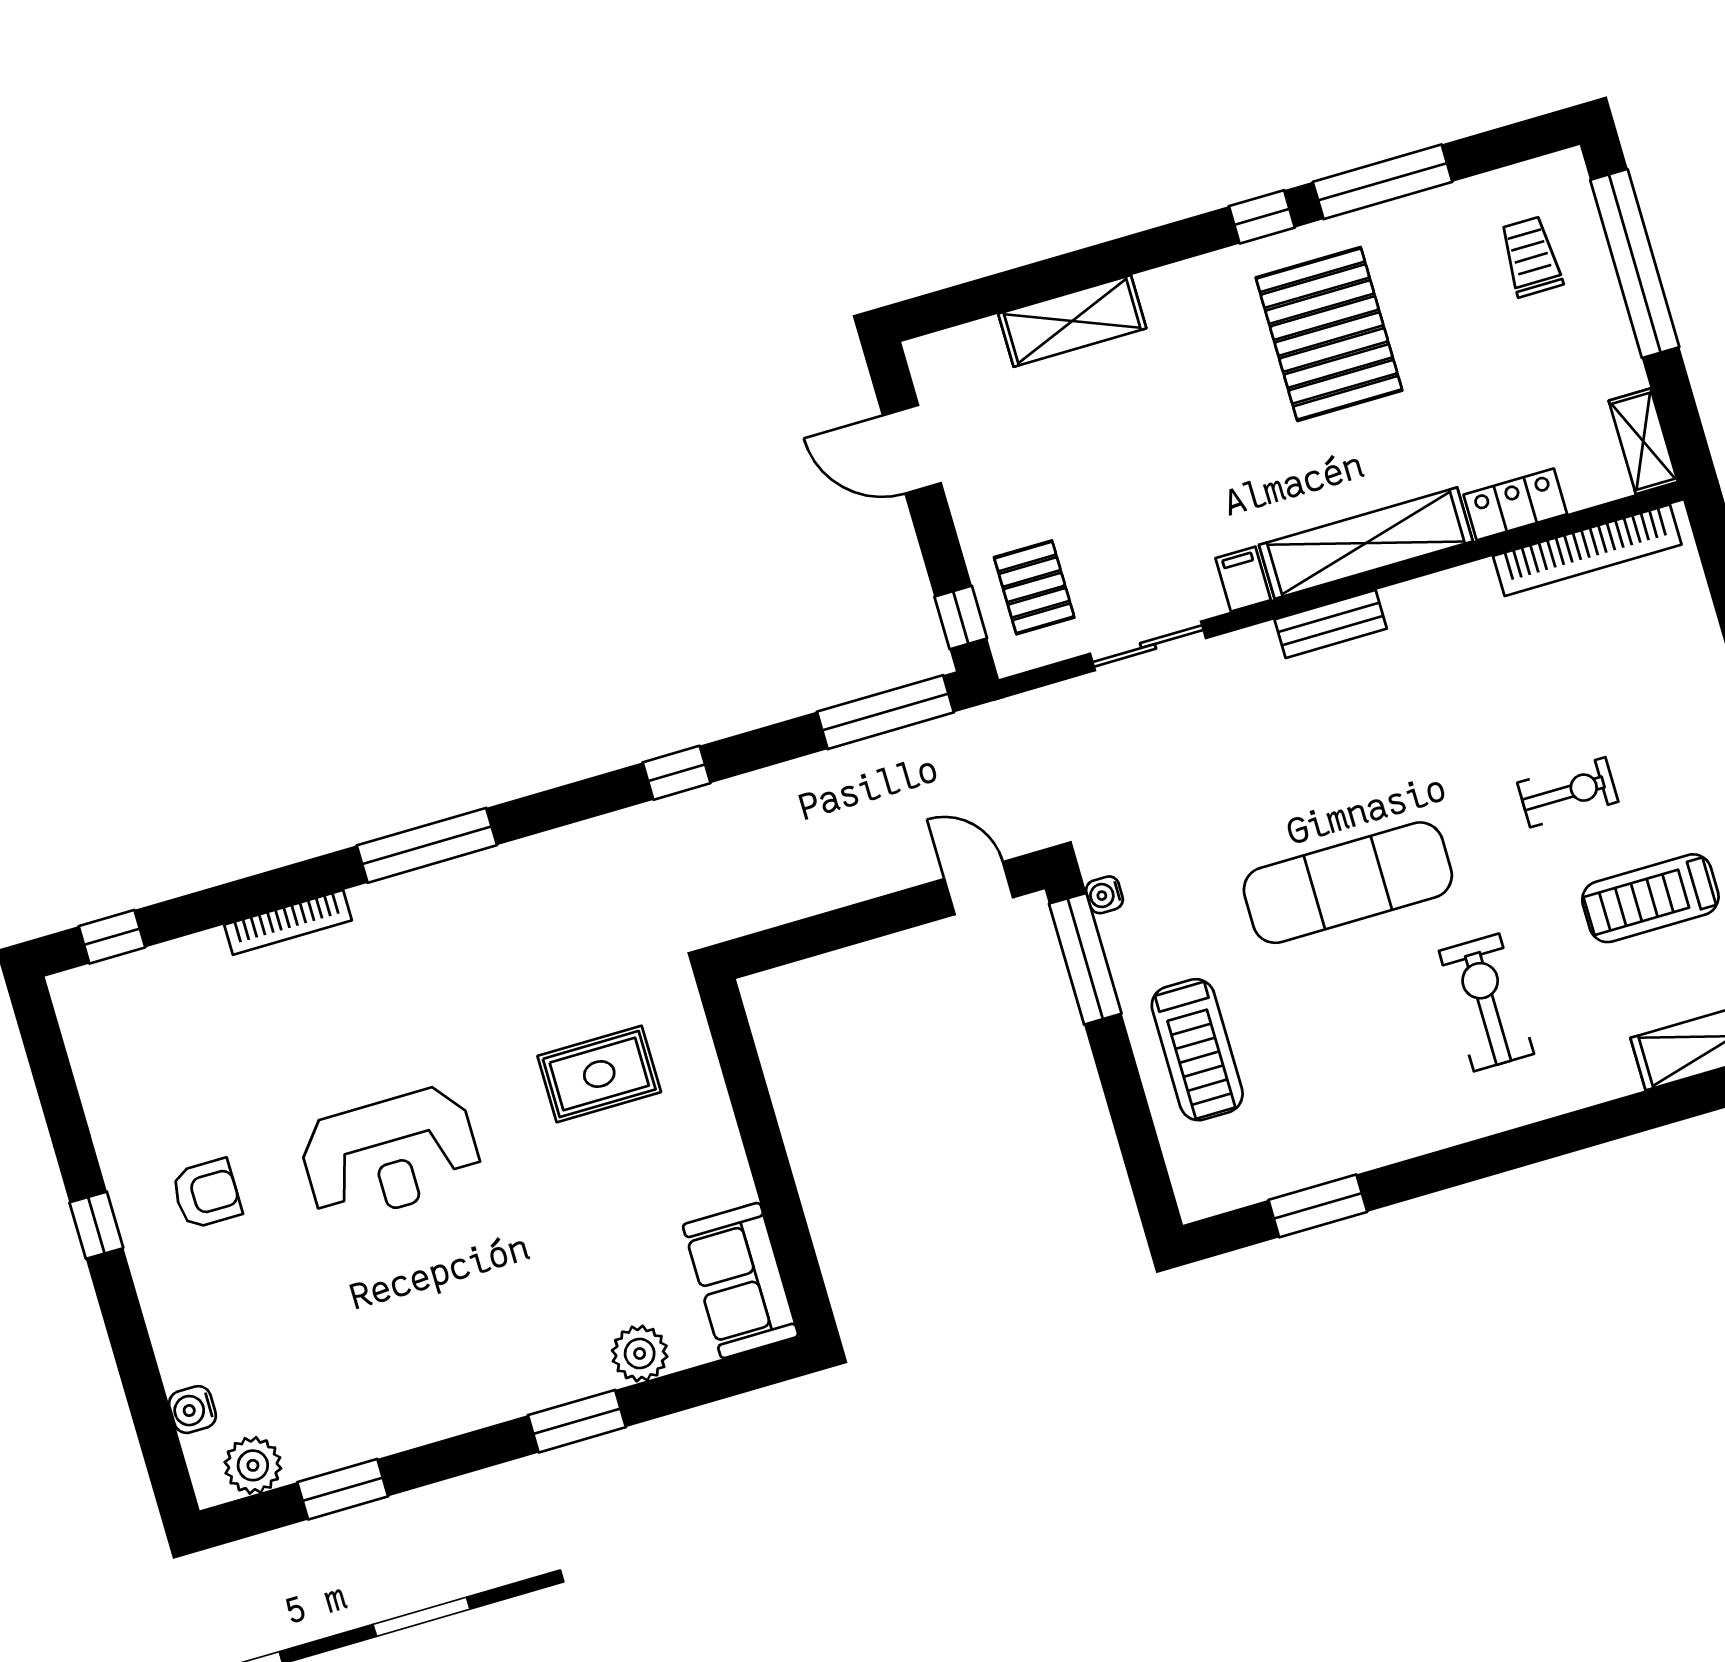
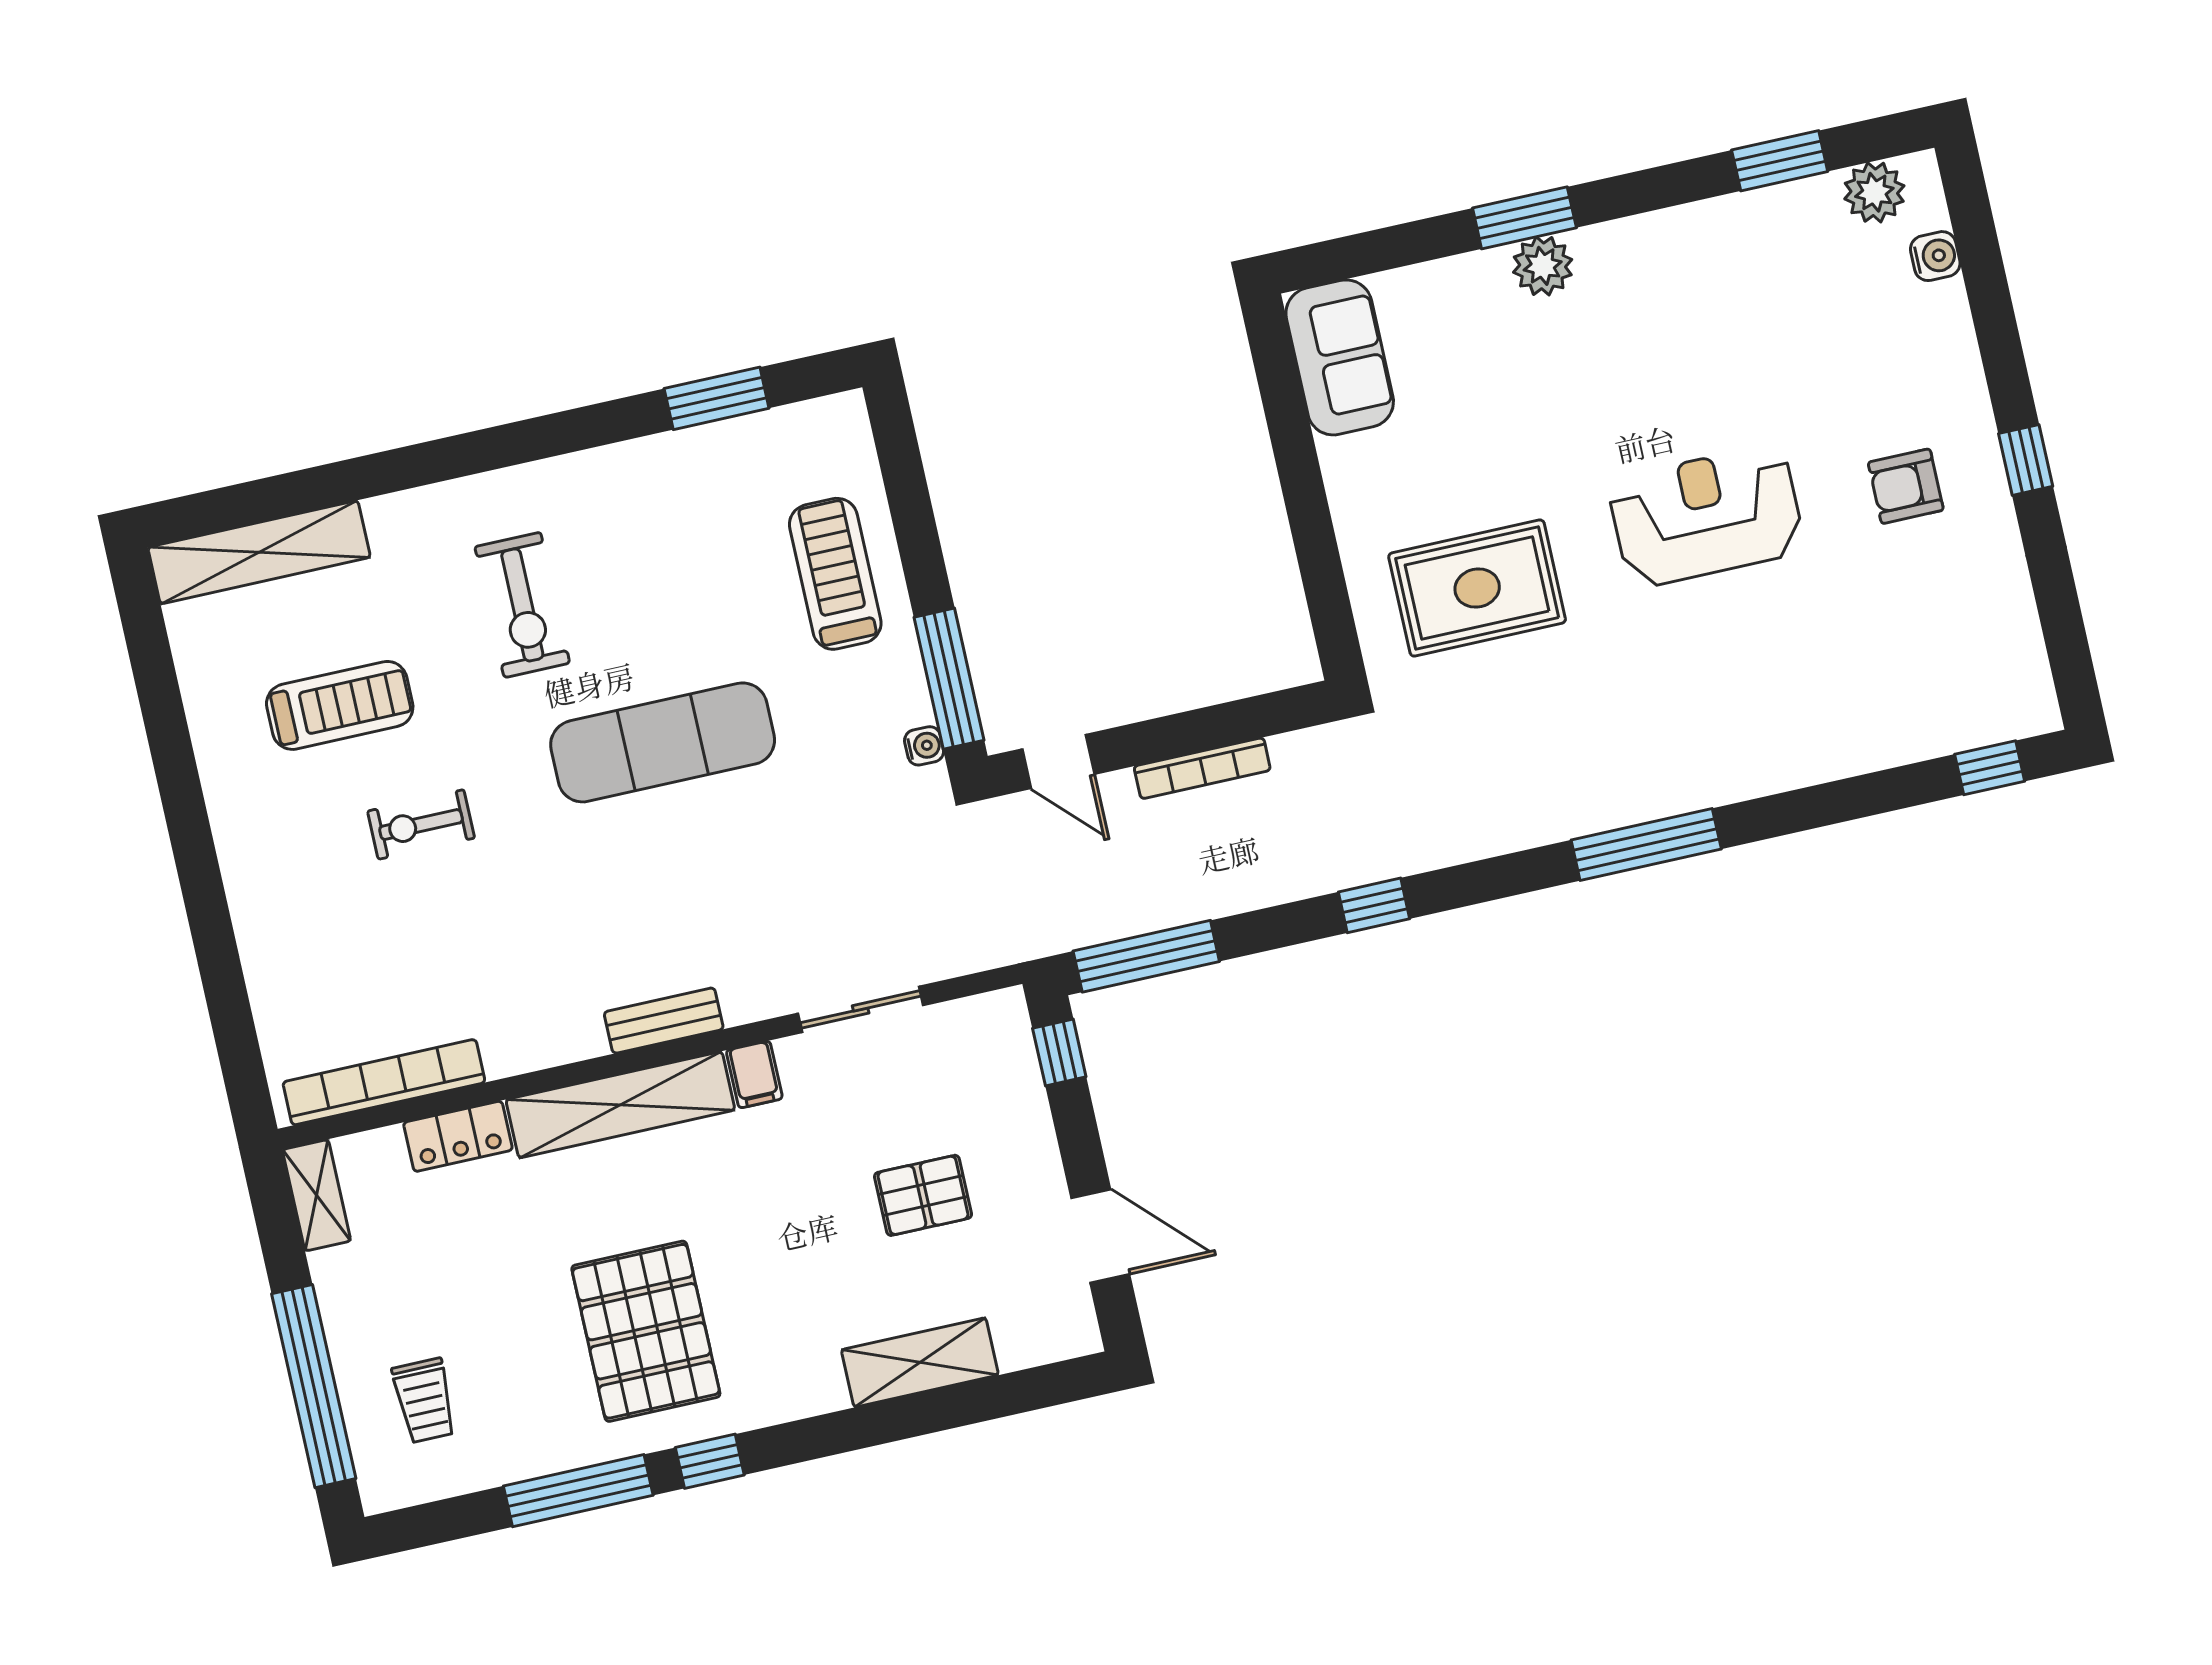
pallet: (1034, 587) -> (923, 1195), moved, turned 90
bookcase: (288, 922) -> (1202, 768), moved, turned 180
rug: (599, 1074) -> (1477, 588), width x1.36, depth x1.43
plant: (640, 1354) -> (1543, 266), moved

